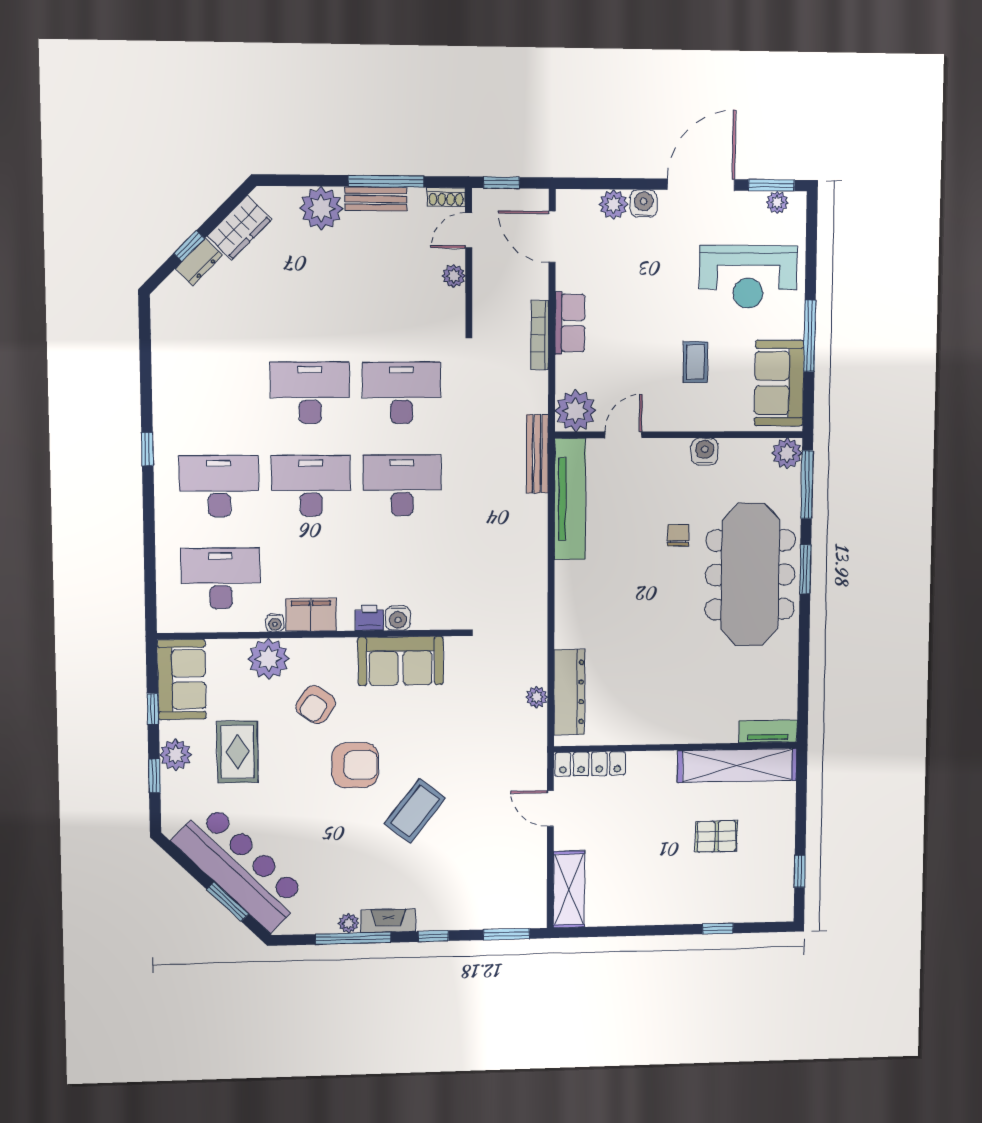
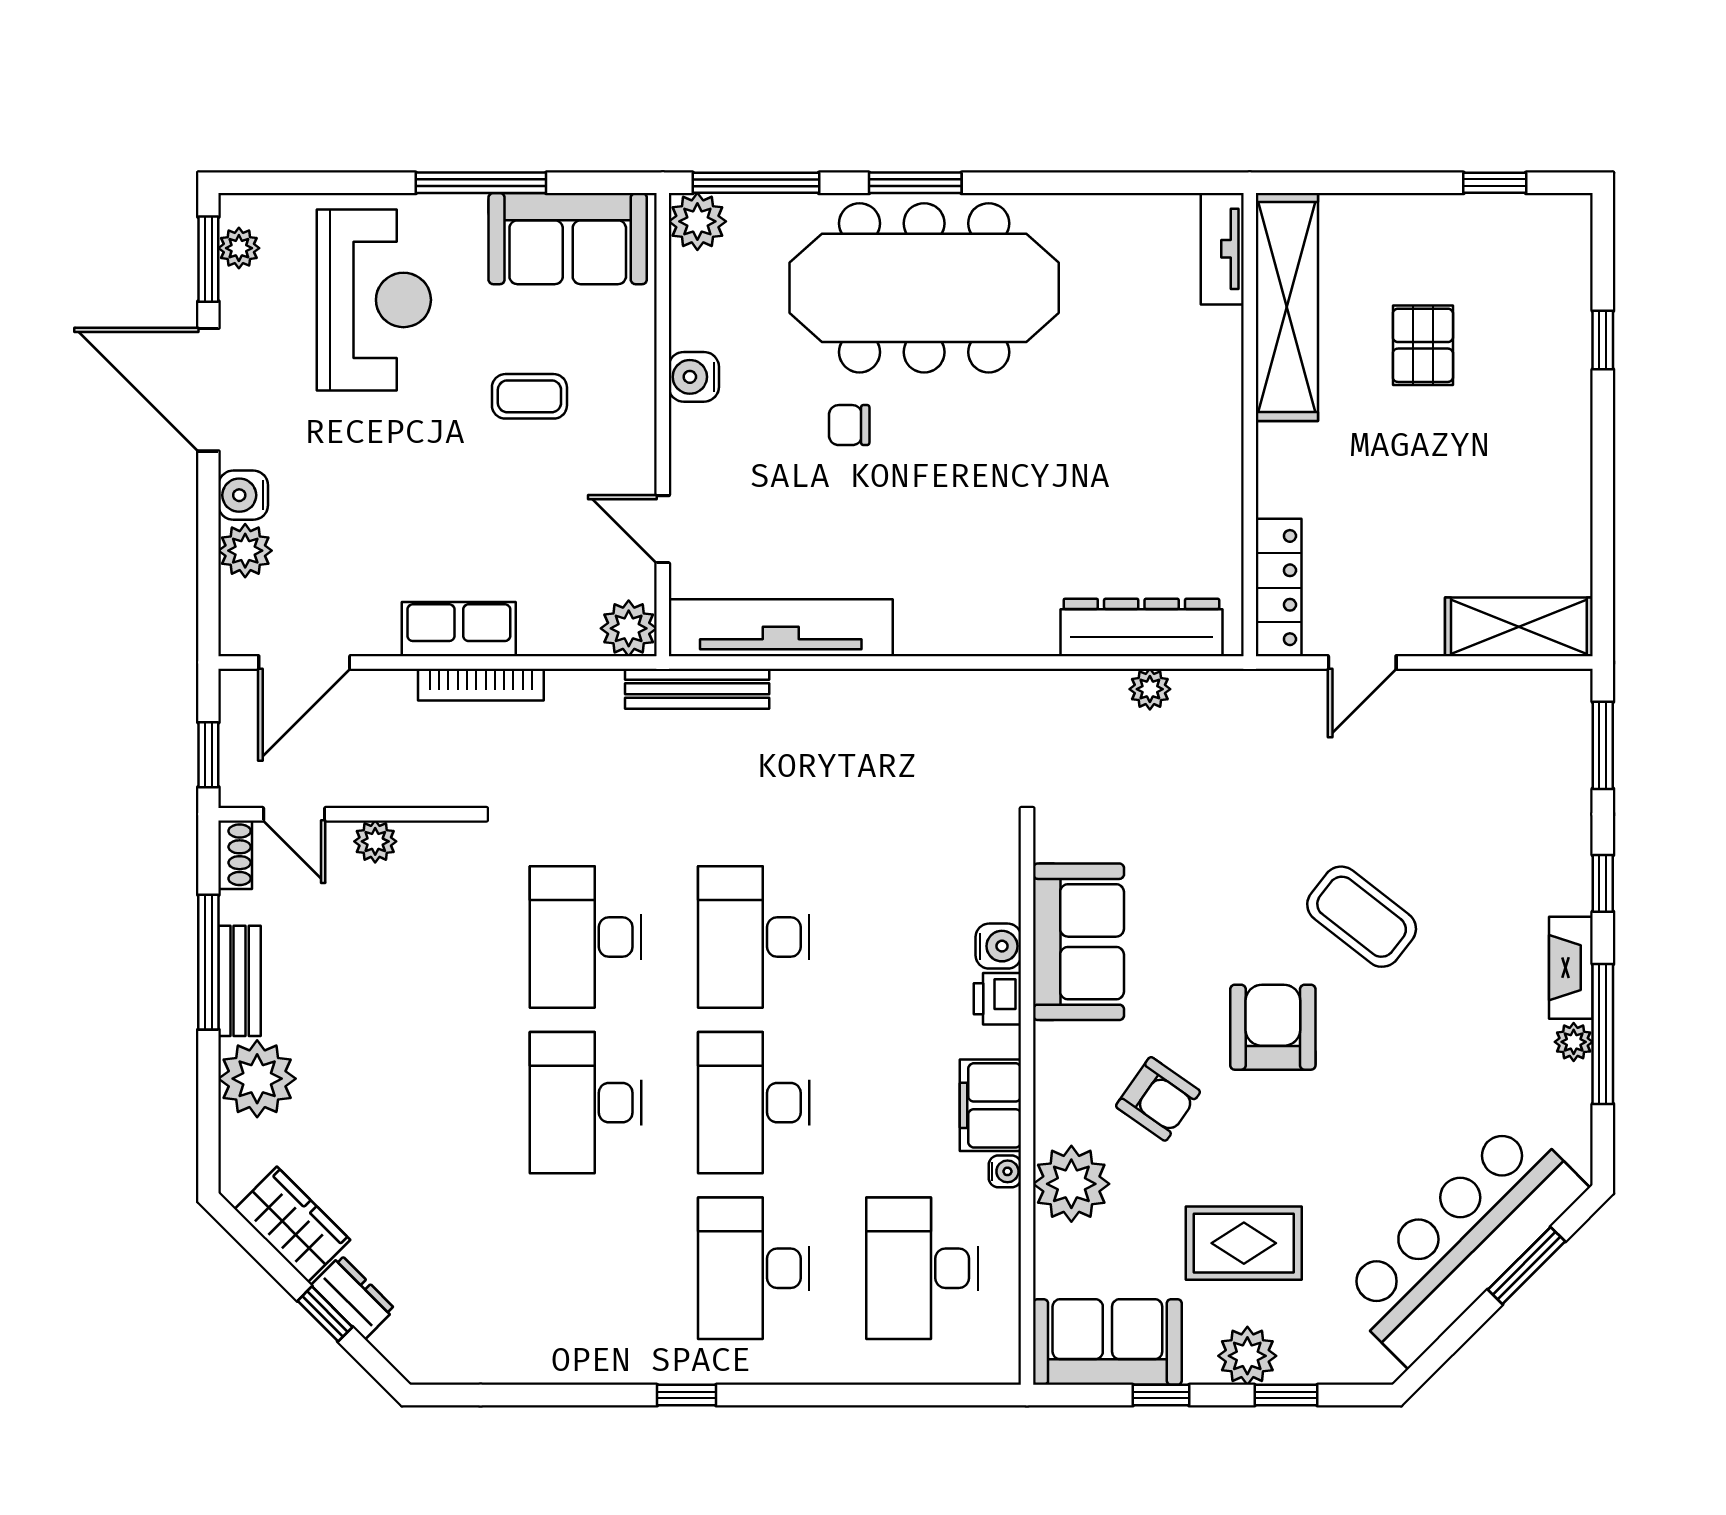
plant: (576, 411) -> (629, 628), width x0.73, depth x0.73

